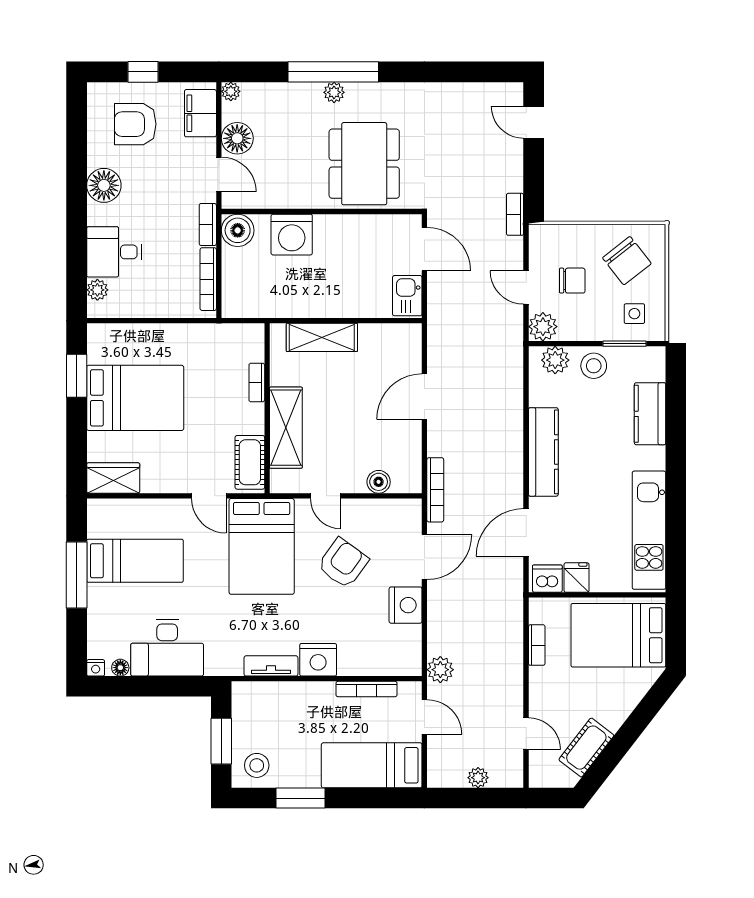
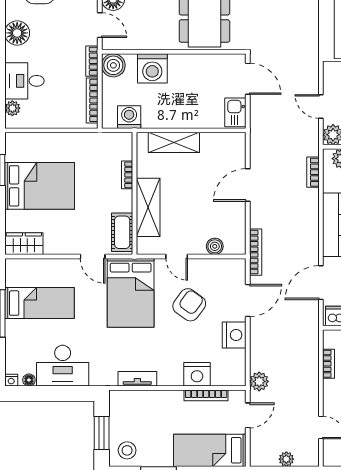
bookcase: (515, 214) -> (313, 172), moved
washing machine: (260, 302) -> (129, 117), added
nightstand: (318, 660) -> (197, 374), moved
door: (424, 717) -> (248, 415), hinge flipped

